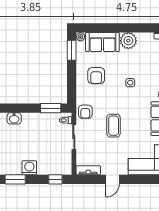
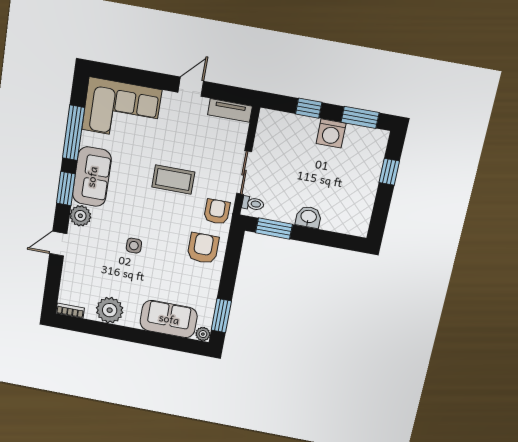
plant: (128, 41) -> (110, 310), moved
armchair: (96, 76) -> (203, 248), moved
washbasin: (14, 118) -> (309, 217), moved
coffee table: (114, 126) -> (173, 180), turned 90
window: (55, 179) -> (309, 108), moved

